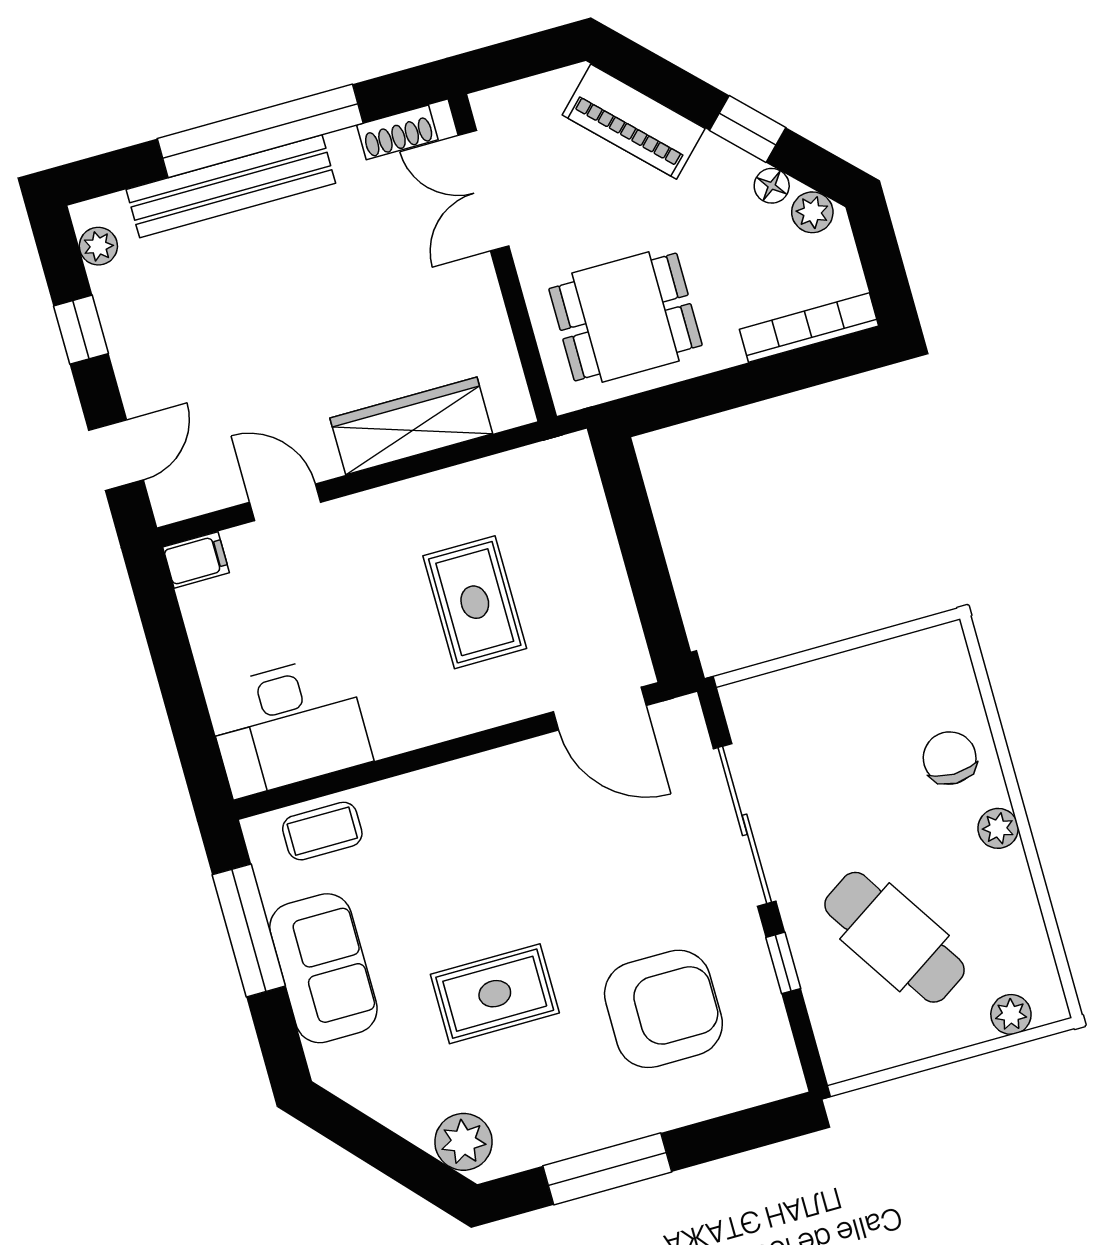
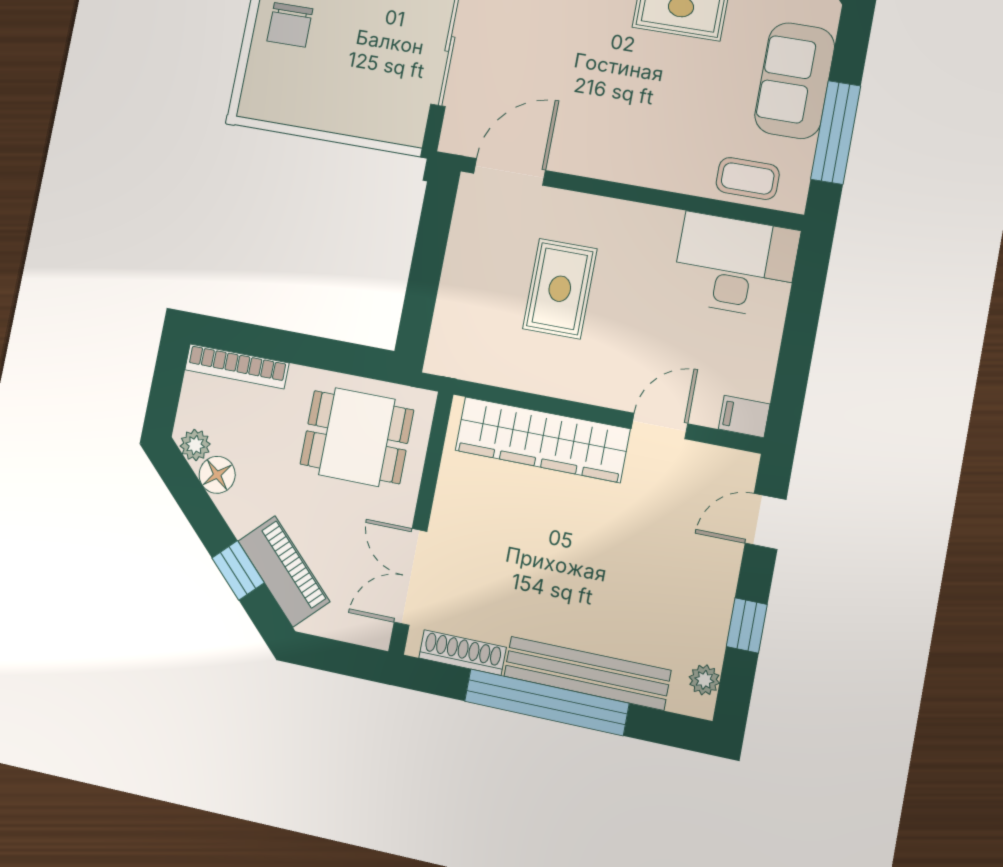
window: (748, 129) -> (238, 570), moved
shoe rack: (397, 132) -> (462, 653), width x1.43
floor lamp: (772, 186) -> (217, 475), width x1.37, depth x1.37
double door: (484, 191) -> (411, 577), swing flipped
wardrobe: (411, 426) -> (542, 440), width x1.40, depth x1.17
door: (285, 502) -> (659, 426), swing flipped
door: (600, 709) -> (509, 172), hinge flipped

